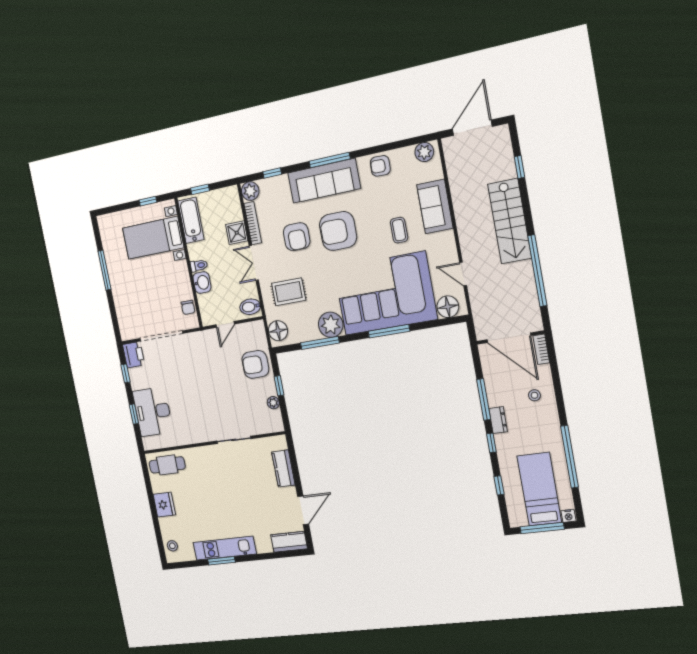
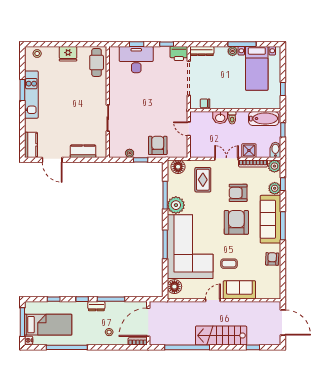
plant: (424, 152) -> (275, 188), moved
bed with nightstands: (153, 238) -> (257, 68), moved, turned 180
door: (463, 274) -> (213, 300), moved
plant: (116, 282) -> (233, 51), added
bidet: (250, 307) -> (275, 150), moved
dresser: (124, 324) -> (202, 51), added

